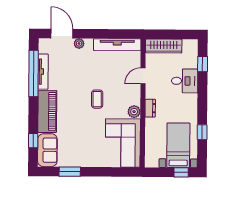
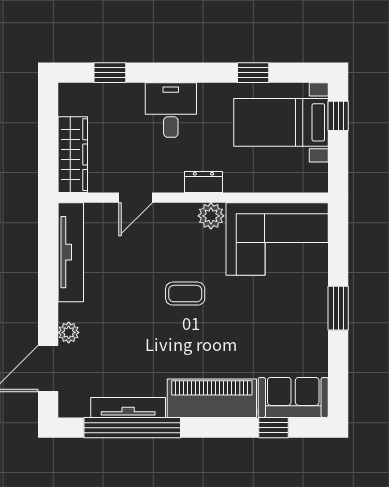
door: (143, 76) -> (136, 198), hinge flipped
desk: (185, 81) -> (171, 110), moved
window: (70, 172) -> (338, 308), moved

